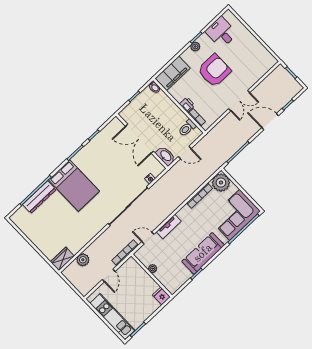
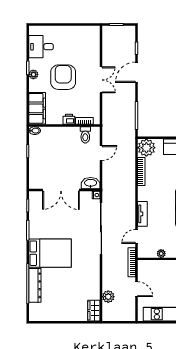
double door: (140, 139) -> (61, 190), moved
wall: (142, 141) -> (64, 190), moved
washbasin: (166, 156) -> (91, 183), moved

